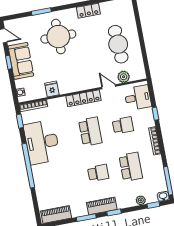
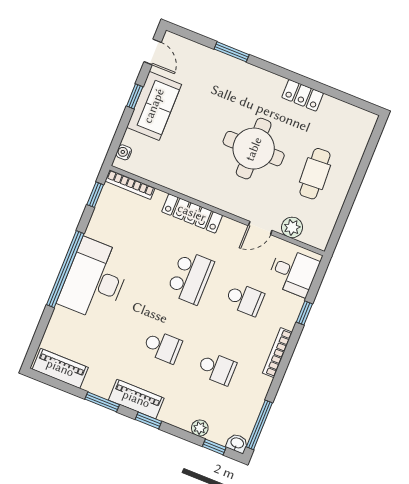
round table: (58, 37) -> (254, 149), moved
cafe table: (118, 44) -> (315, 174), width x0.73, depth x0.74
door: (109, 87) -> (260, 228), swing flipped
fridge: (52, 89) -> (174, 177), removed
locker: (84, 98) -> (192, 213), moved
desk: (42, 142) -> (95, 280), moved
school desk: (131, 167) -> (217, 368), width x0.54

